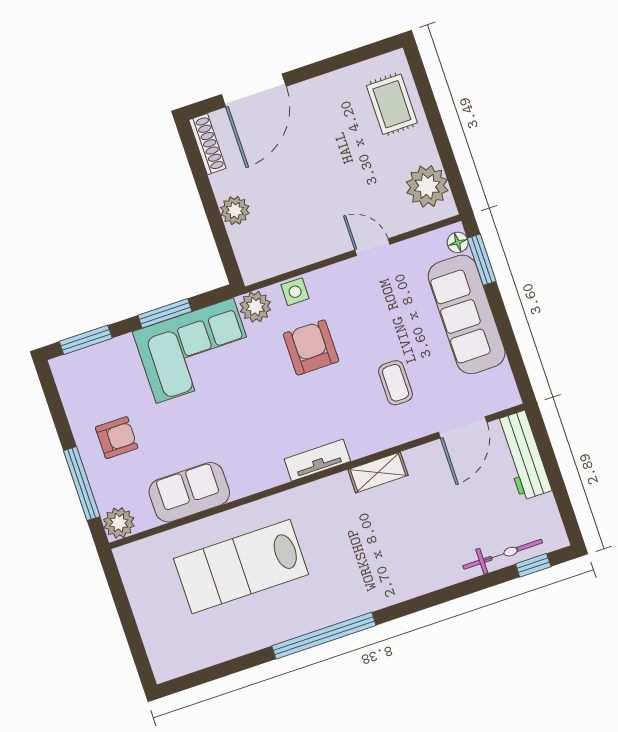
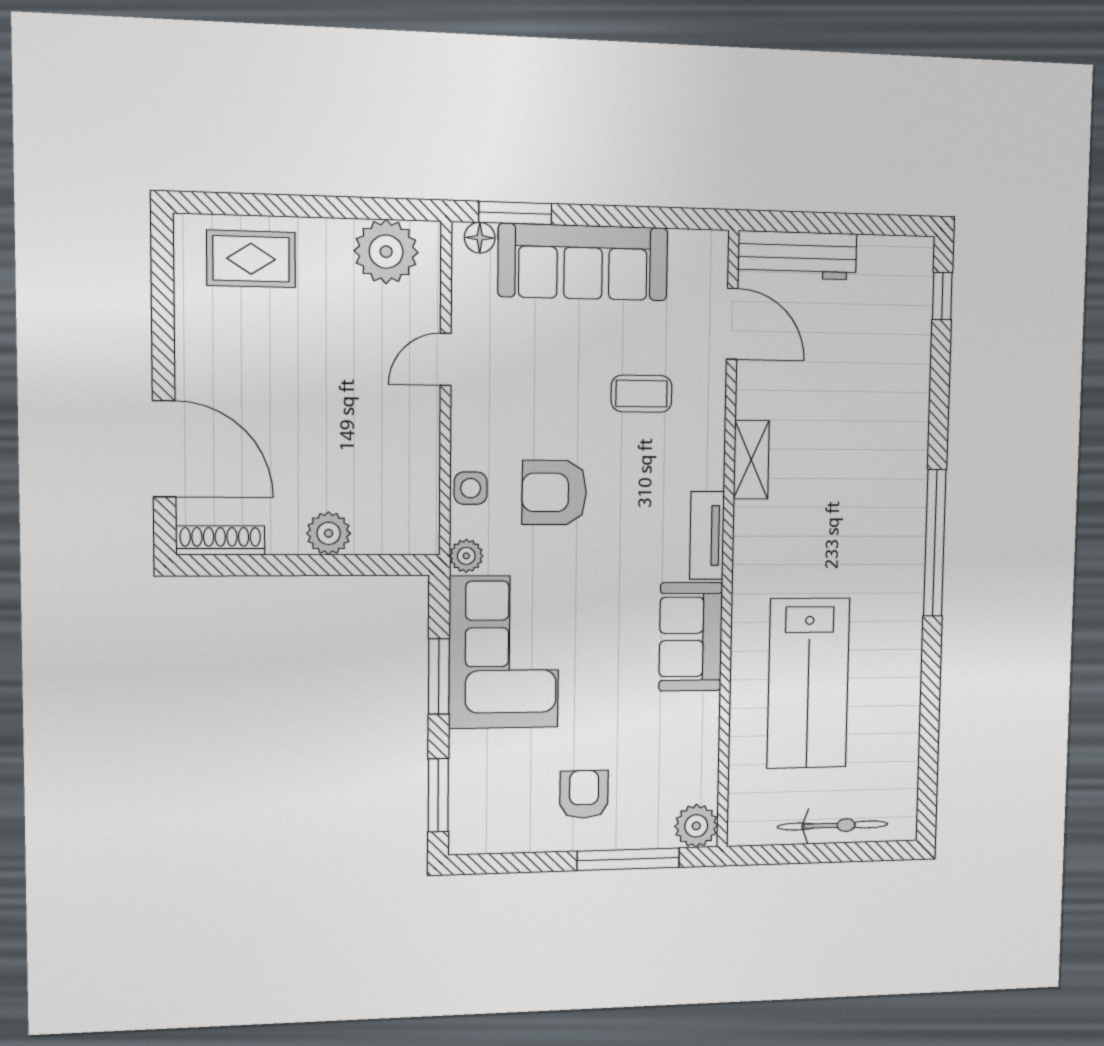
plant: (255, 307) -> (466, 556), width x0.73, depth x0.73
sofa: (189, 492) -> (691, 637), moved
bicycle: (503, 554) -> (833, 825), moved, turned 90
window: (324, 636) -> (935, 543), moved

